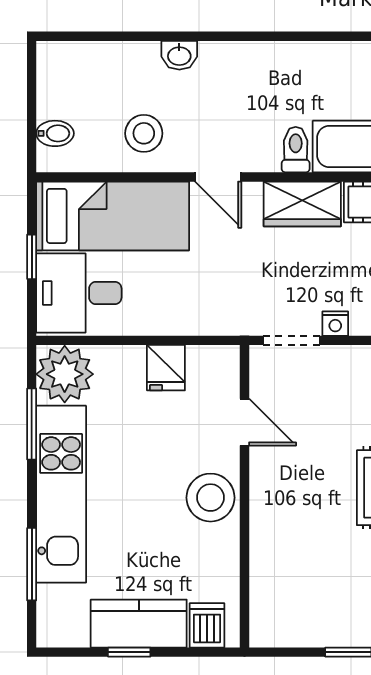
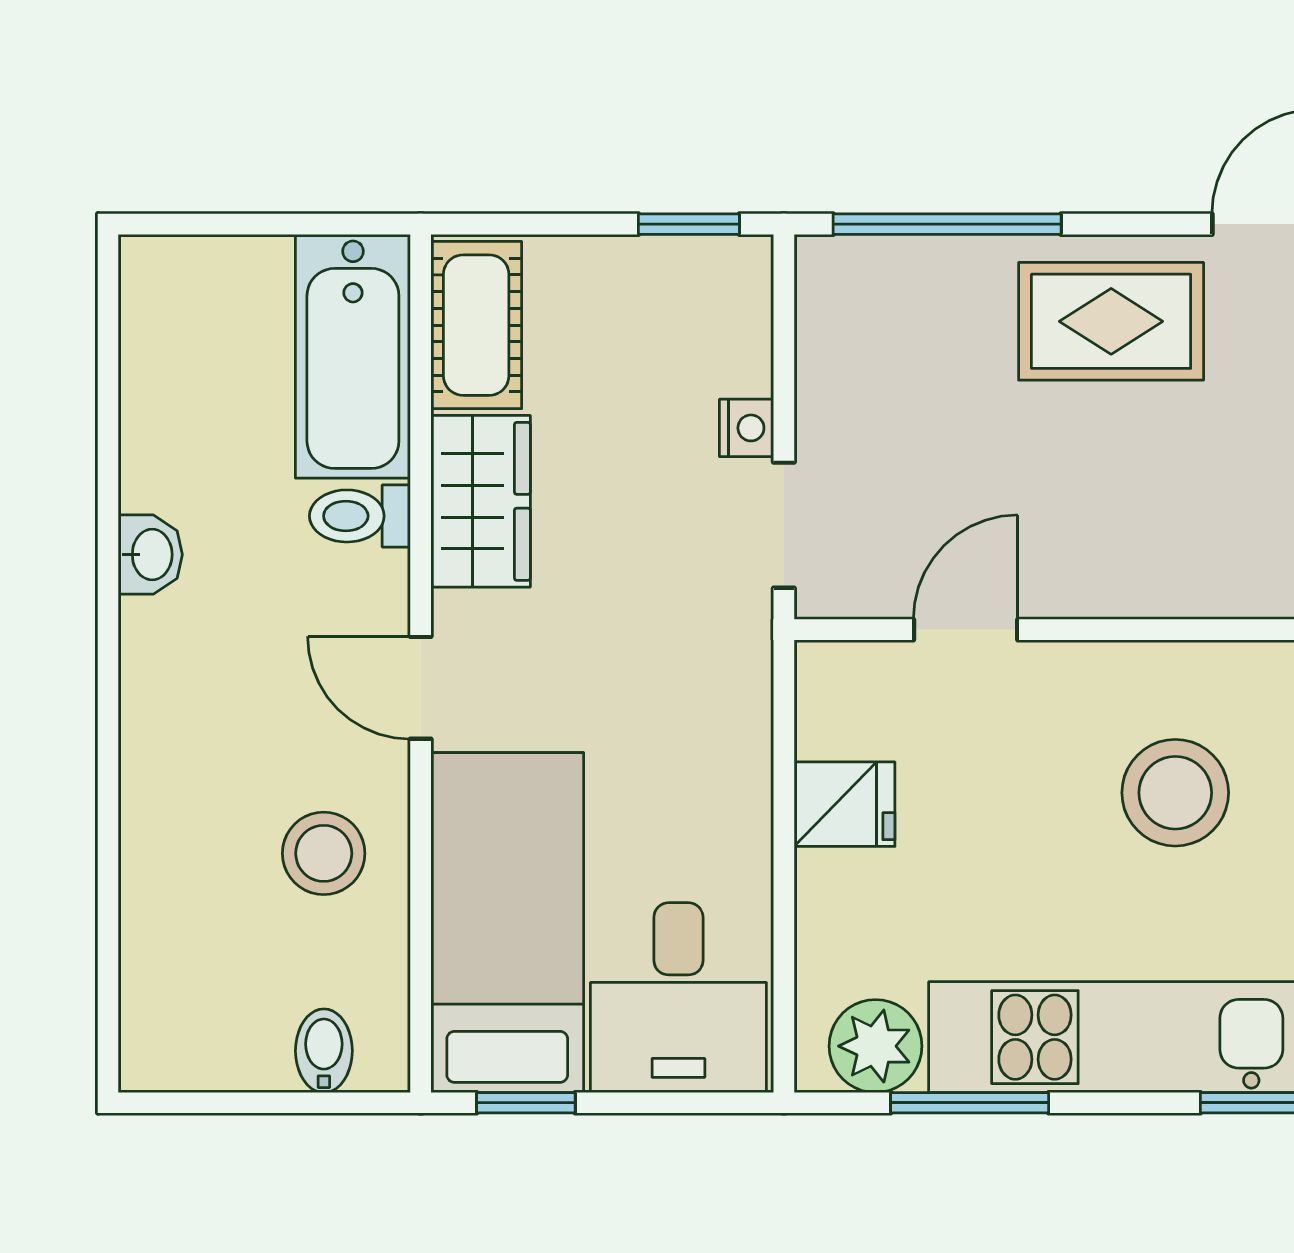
washbasin: (179, 55) -> (150, 555), moved
door: (218, 177) -> (421, 688), swing flipped
window: (32, 257) -> (526, 1103), moved
plant: (65, 374) -> (876, 1046), width x0.73, depth x0.73
stool: (211, 498) -> (1175, 793), moved

